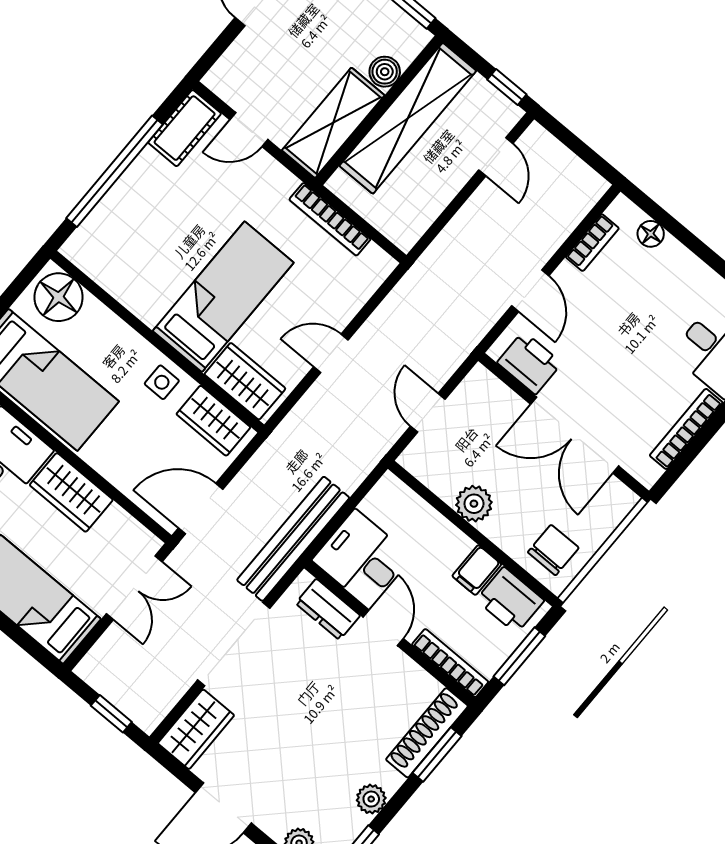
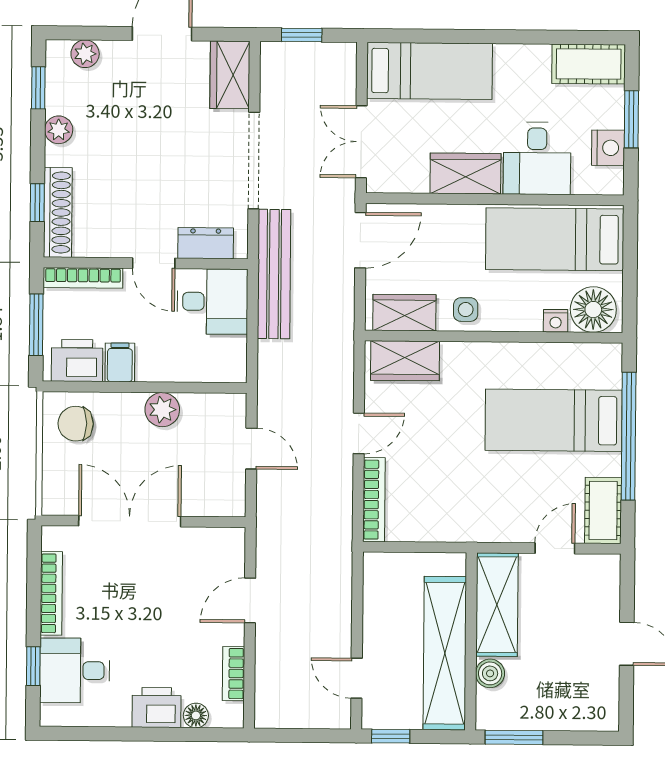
bookcase: (330, 219) -> (374, 500), moved, turned 90
door: (530, 291) -> (250, 600), hinge flipped
bed: (223, 297) -> (554, 420), moved, turned 90
nightstand: (97, 313) -> (556, 321), added
printer: (529, 363) -> (157, 707), moved, turned 180
chair: (553, 550) -> (76, 424), turned 90
window: (437, 754) -> (37, 203), width x0.67

